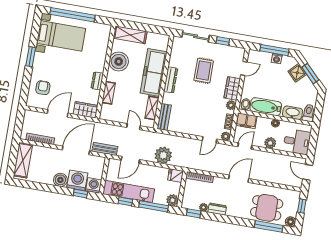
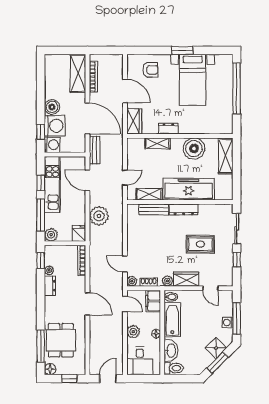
bed with nightstands: (61, 36) -> (193, 80), moved
bench: (164, 117) -> (154, 209), moved
shelving: (23, 160) -> (78, 73), moved, turned 90

